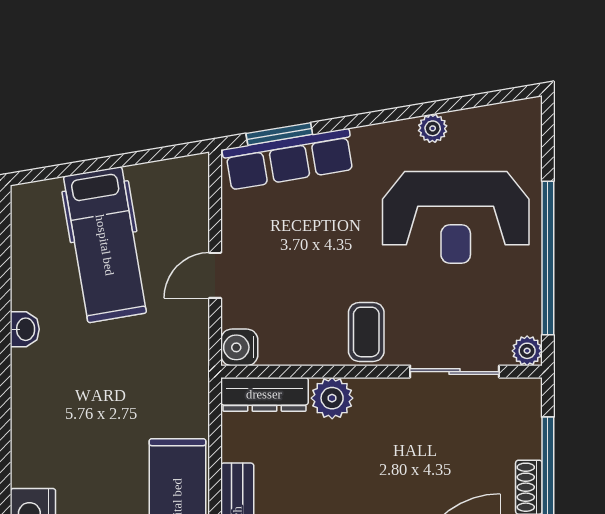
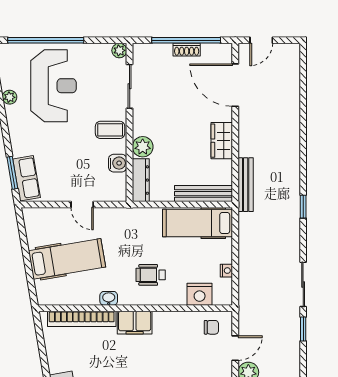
row of seats: (289, 159) -> (27, 178), width x0.68
window: (548, 258) -> (46, 40), moved
water cooler: (239, 347) -> (118, 163), moved, turned -90
wheelchair: (72, 414) -> (151, 275), added

